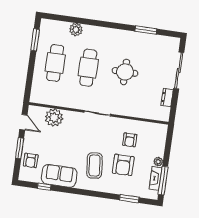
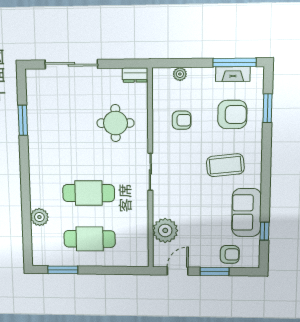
round table: (125, 72) -> (115, 123), moved
dresser: (167, 98) -> (135, 75), moved
plant: (158, 162) -> (180, 74), moved
armchair: (123, 165) -> (232, 114), moved

